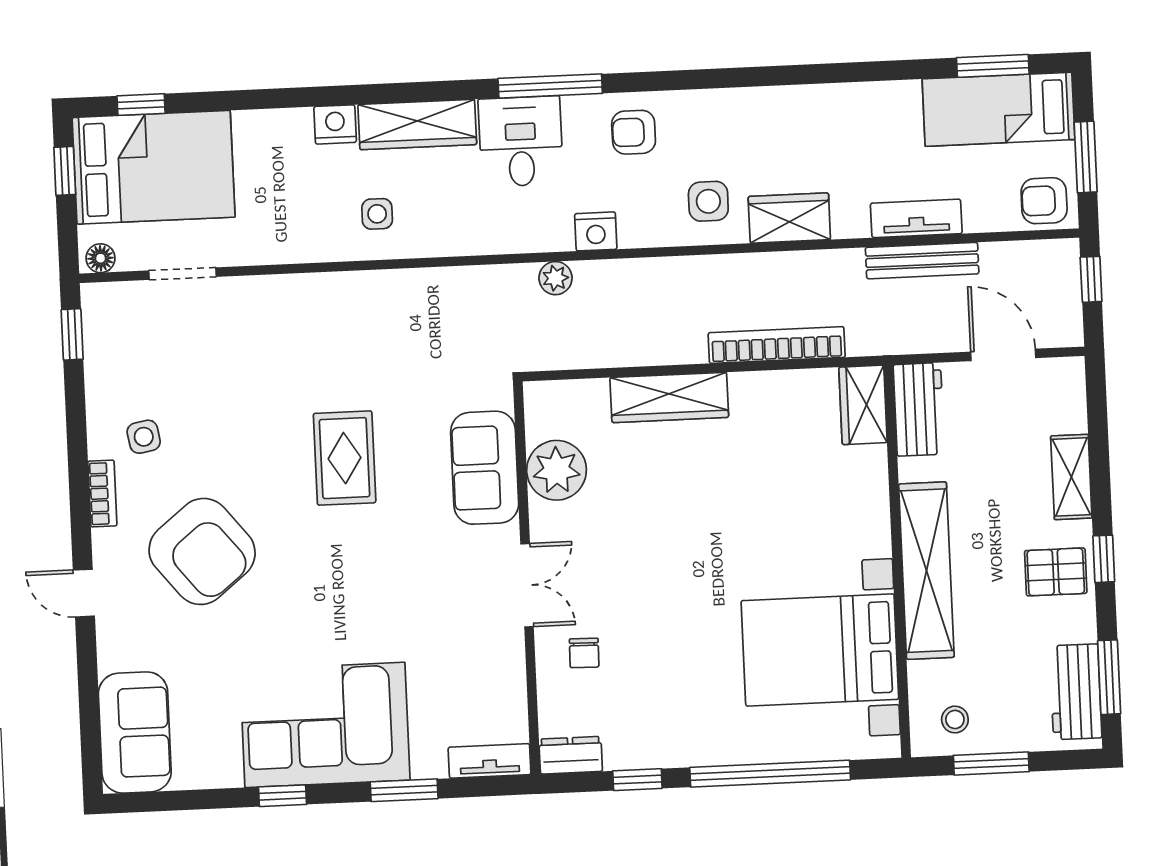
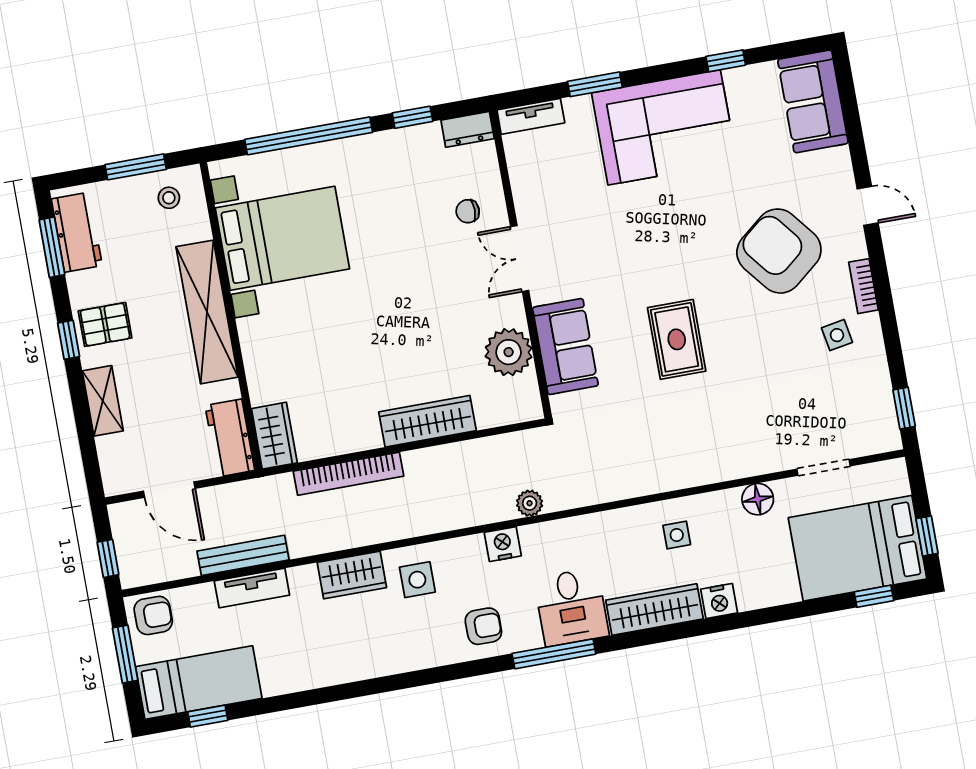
window: (993, 66) -> (208, 716), width x0.67
floor lamp: (101, 258) -> (758, 499), moved, width x1.37, depth x1.37
chair: (584, 653) -> (468, 211), turned -91
window: (282, 796) -> (726, 61), moved

